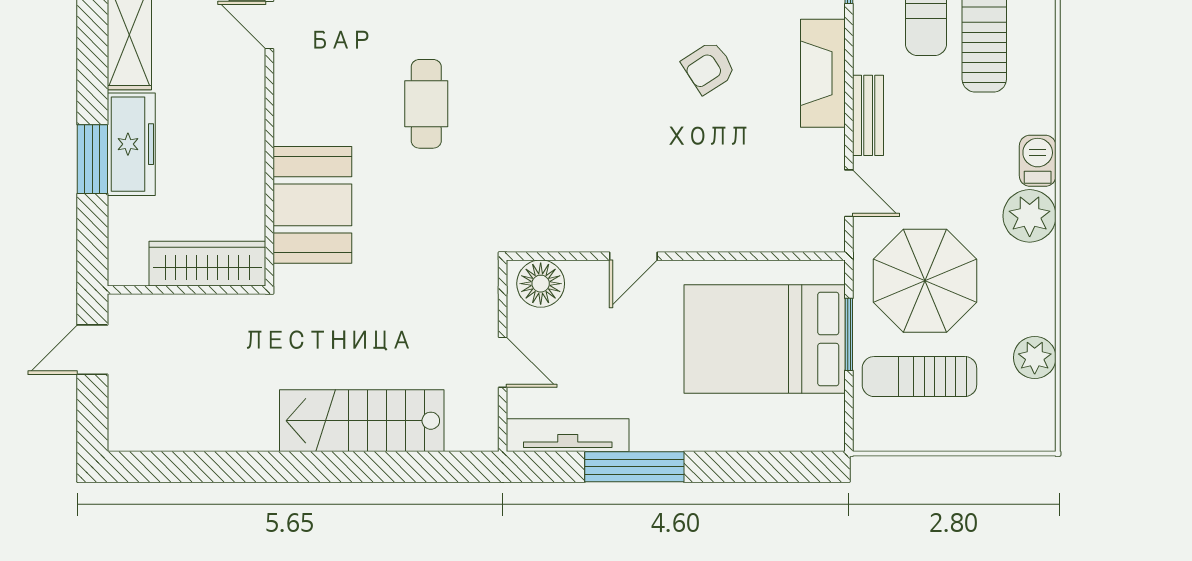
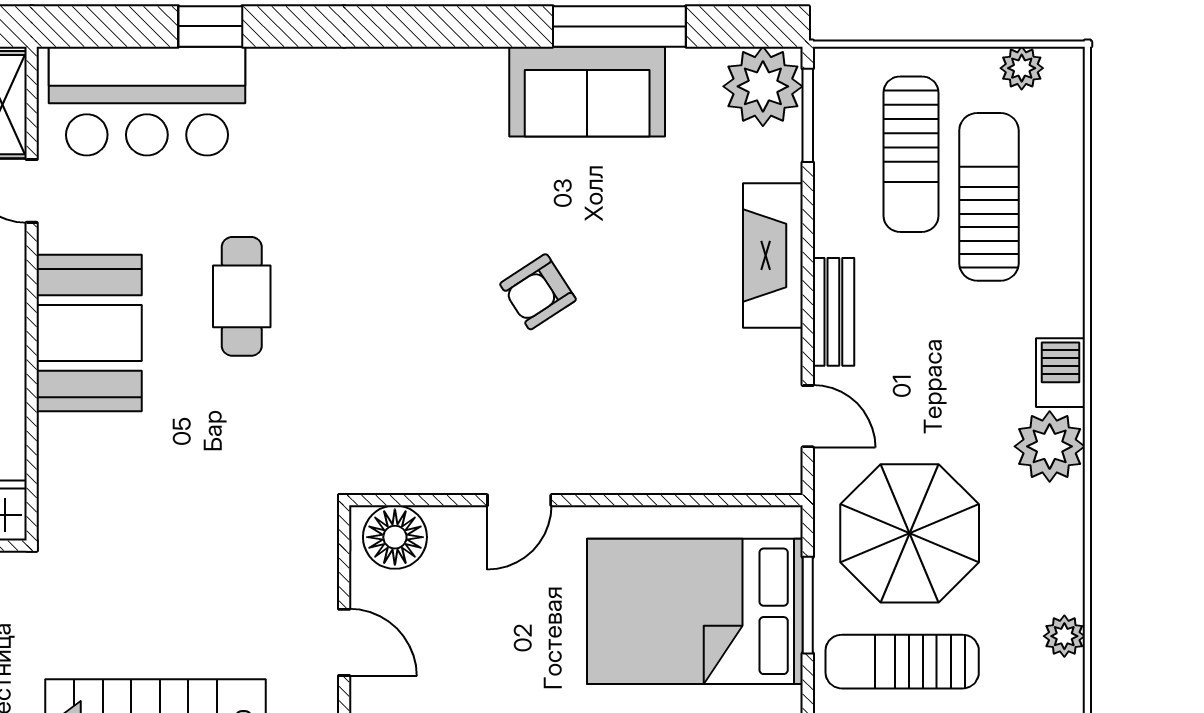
armchair: (709, 68) -> (538, 292), moved
booth: (312, 205) -> (89, 333), moved
plant: (1035, 358) -> (1064, 636), width x0.73, depth x0.73

